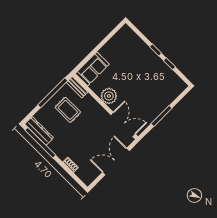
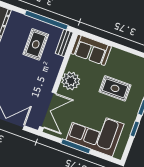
rug: (131, 64) -> (115, 88), added
corner sofa: (157, 96) -> (95, 132), added

